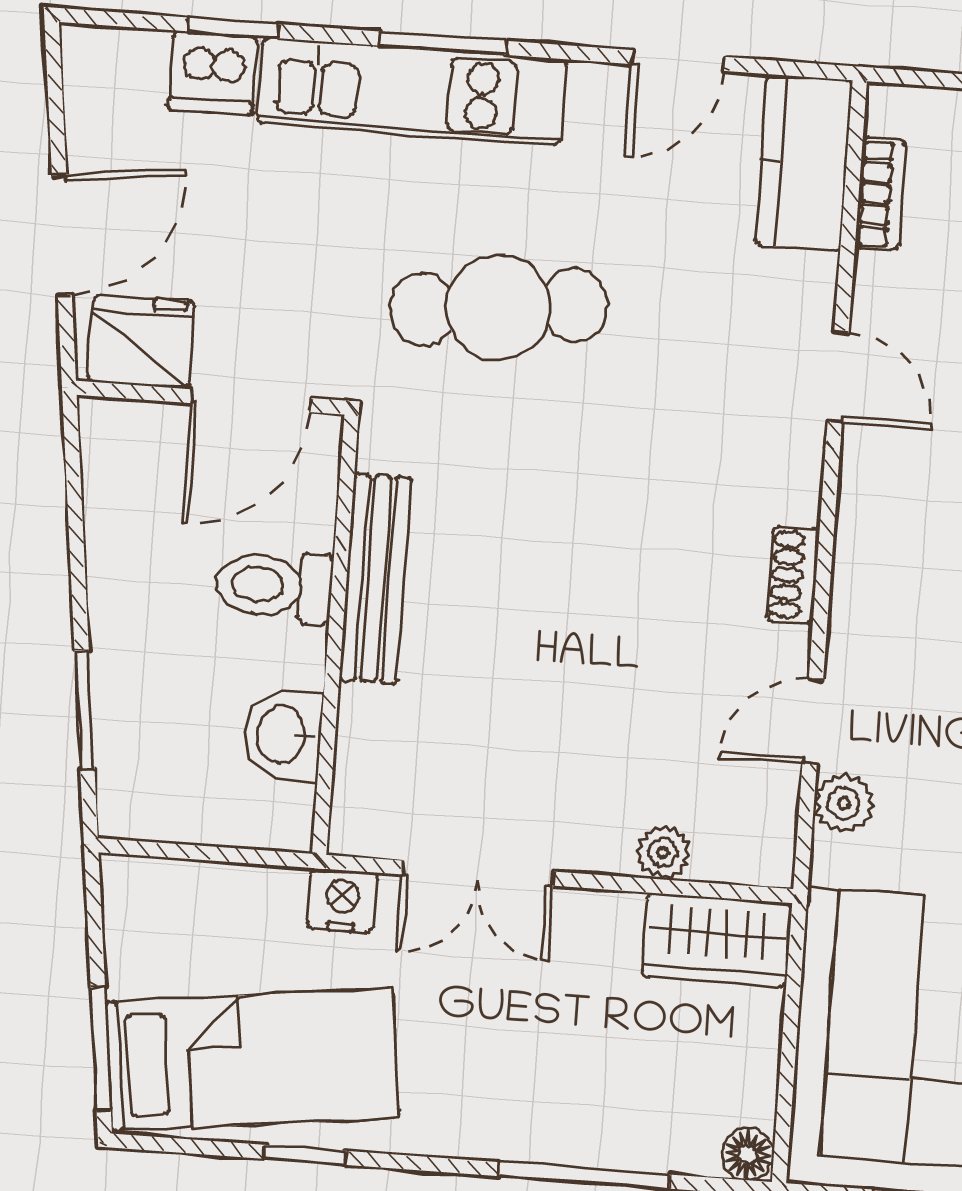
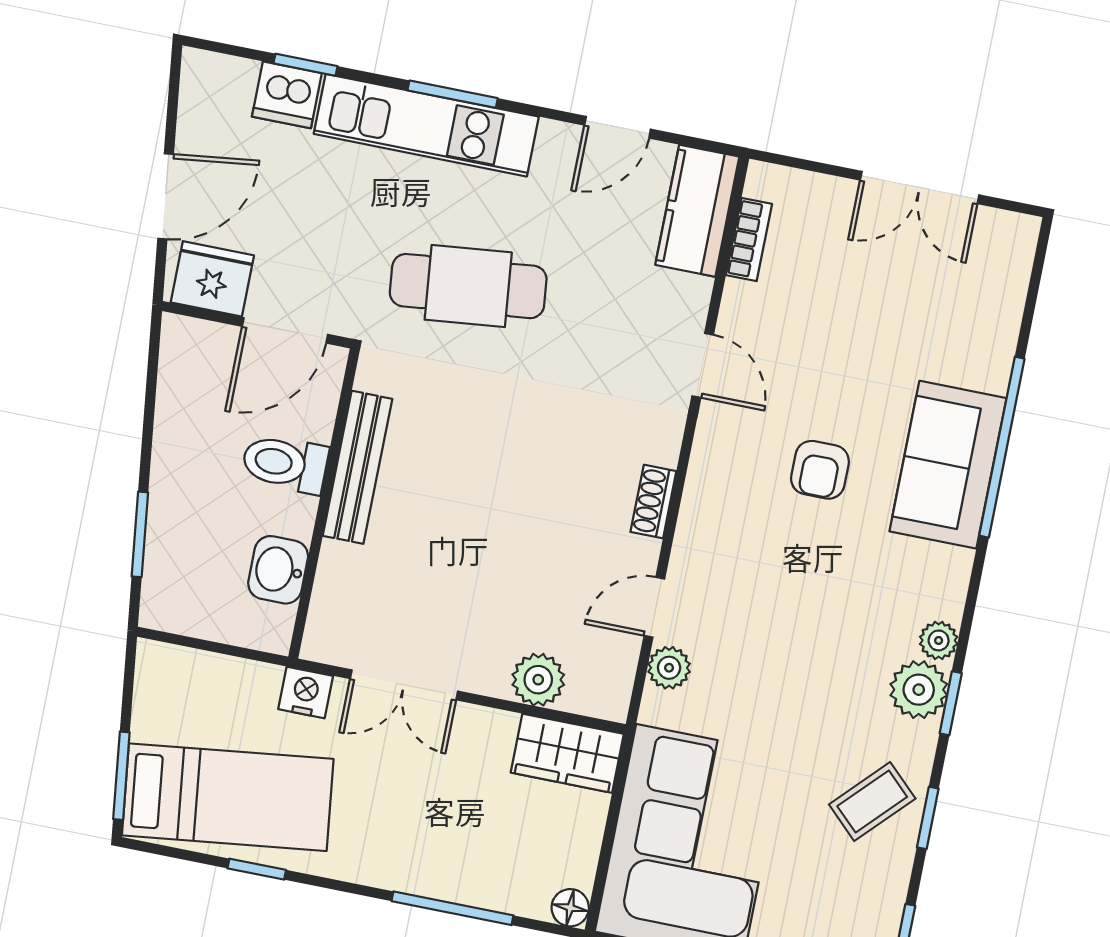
plant: (663, 853) -> (538, 680), width x1.38, depth x1.38

